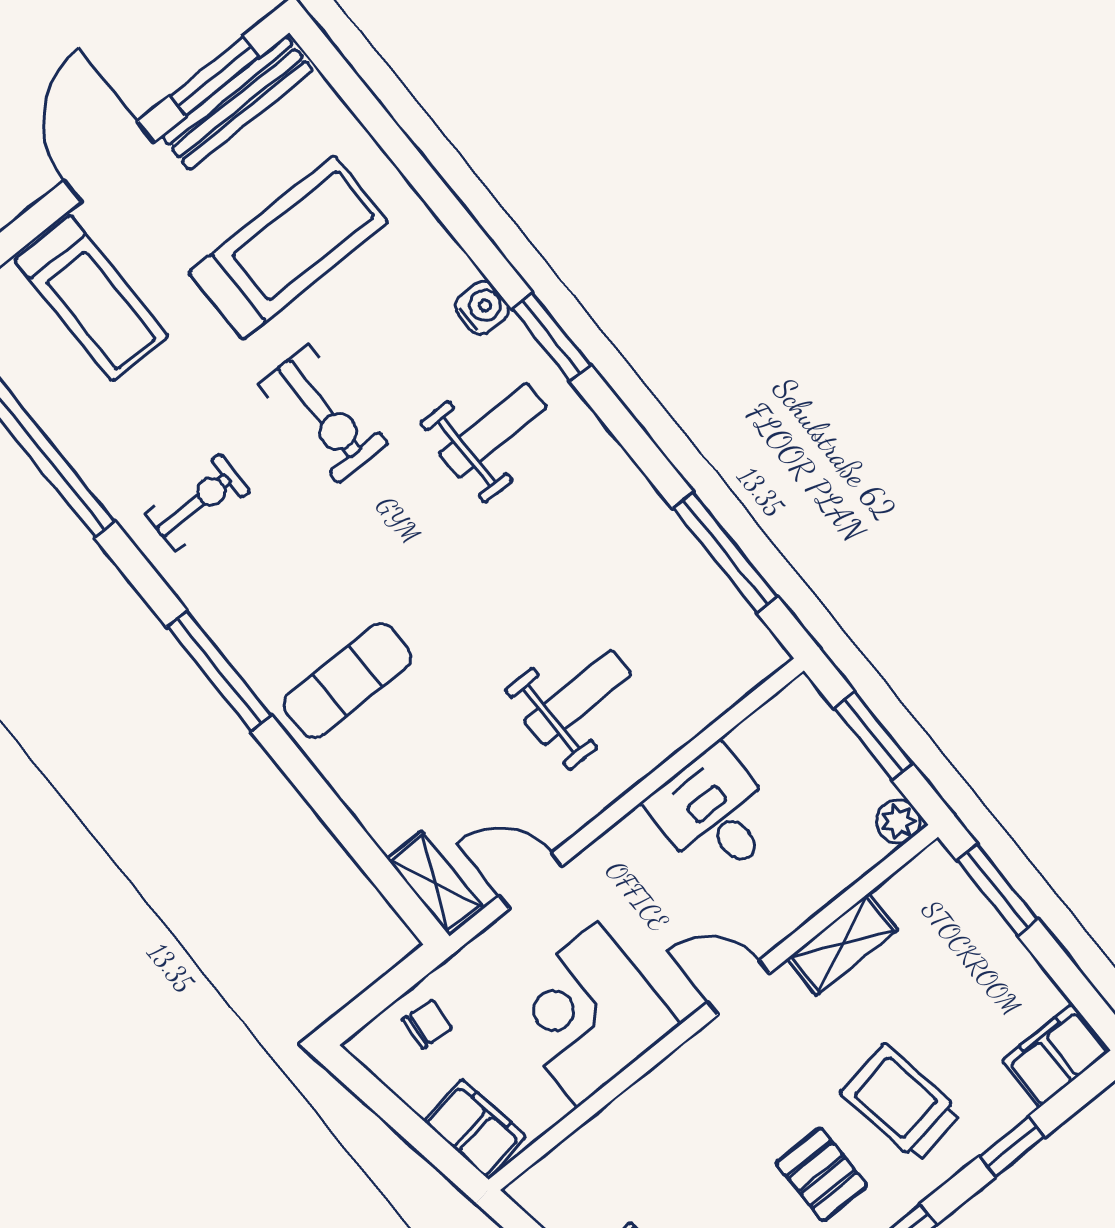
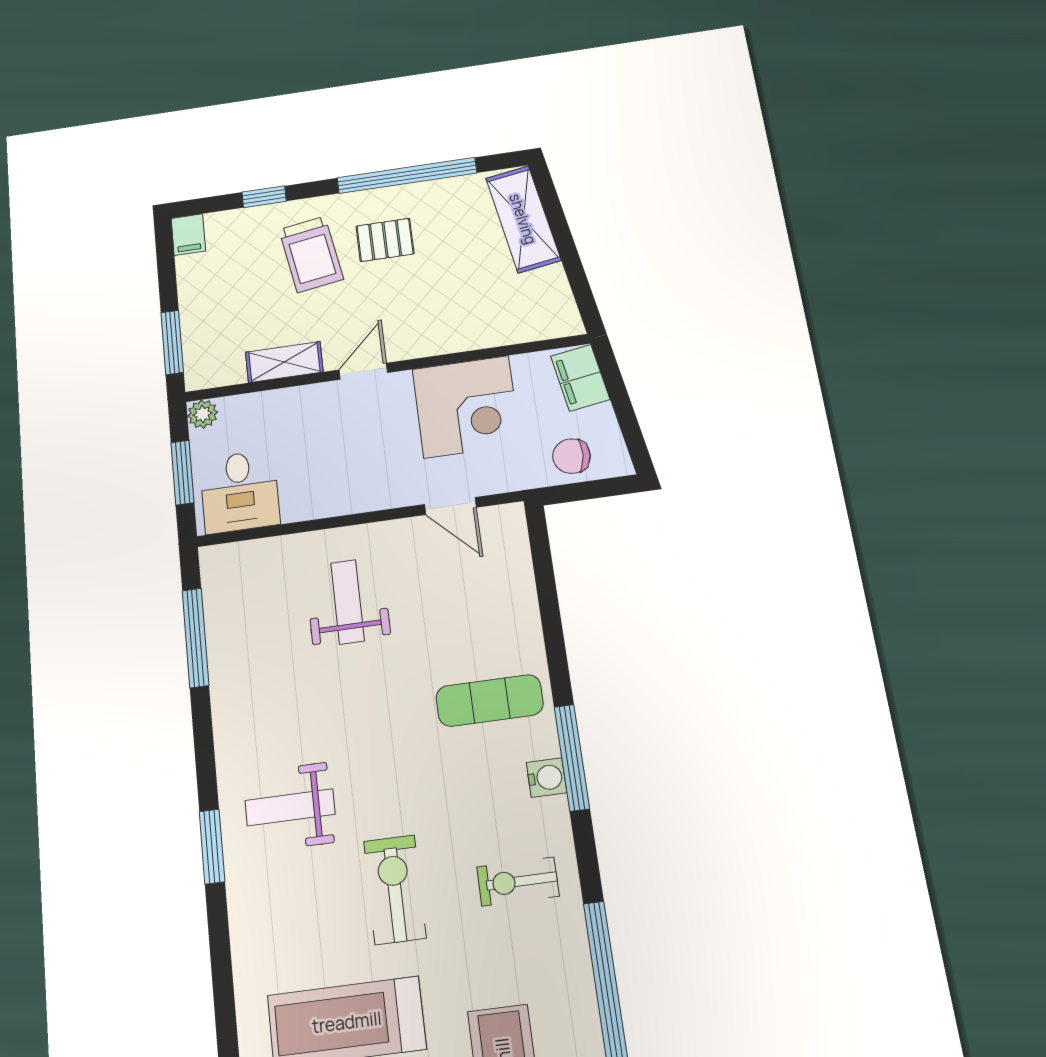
water cooler: (482, 308) -> (547, 778), moved, turned 180
weight bench: (578, 698) -> (348, 602), turned 90
desk: (714, 814) -> (240, 491), moved
shelving: (435, 883) -> (512, 539), removed
door: (739, 988) -> (363, 371), swing flipped
chair: (427, 1024) -> (571, 456), width x1.37, depth x1.37
filing cabinet: (1056, 1056) -> (188, 235), width x0.50
pallet: (822, 1174) -> (385, 240), turned 90

